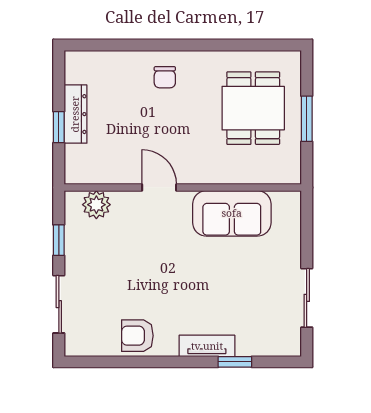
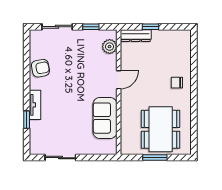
dining table: (253, 108) -> (161, 129), width x1.38
dresser: (75, 114) -> (136, 36), moved
armchair: (137, 336) -> (40, 68), turned 79

